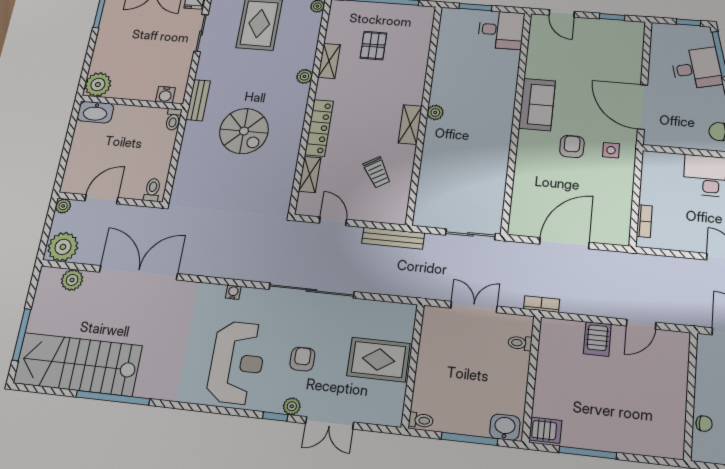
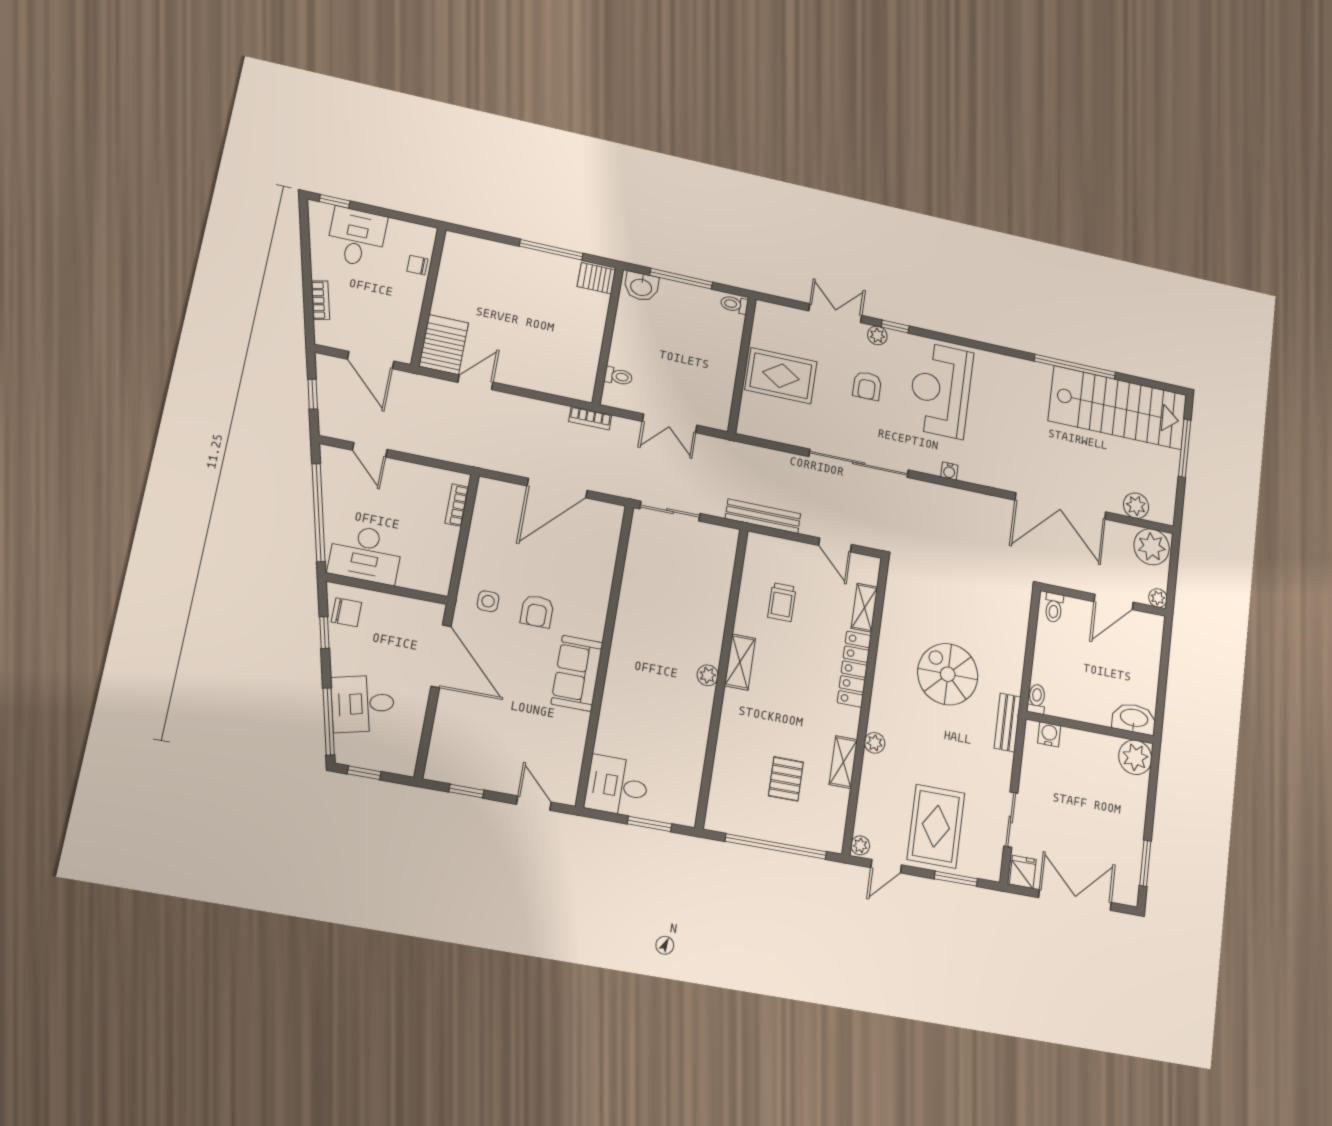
trolley: (377, 172) -> (782, 602), turned -149
server rack: (597, 339) -> (444, 345), moved, width x1.36, depth x1.44

